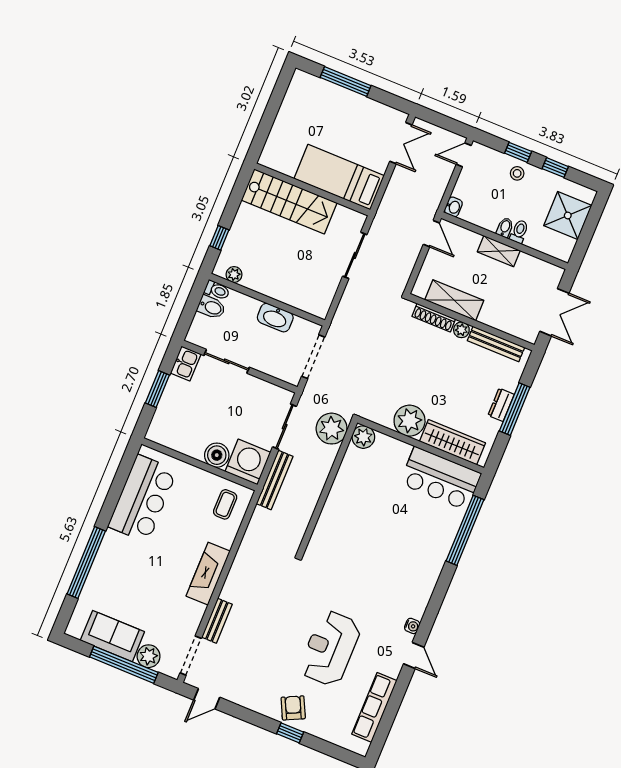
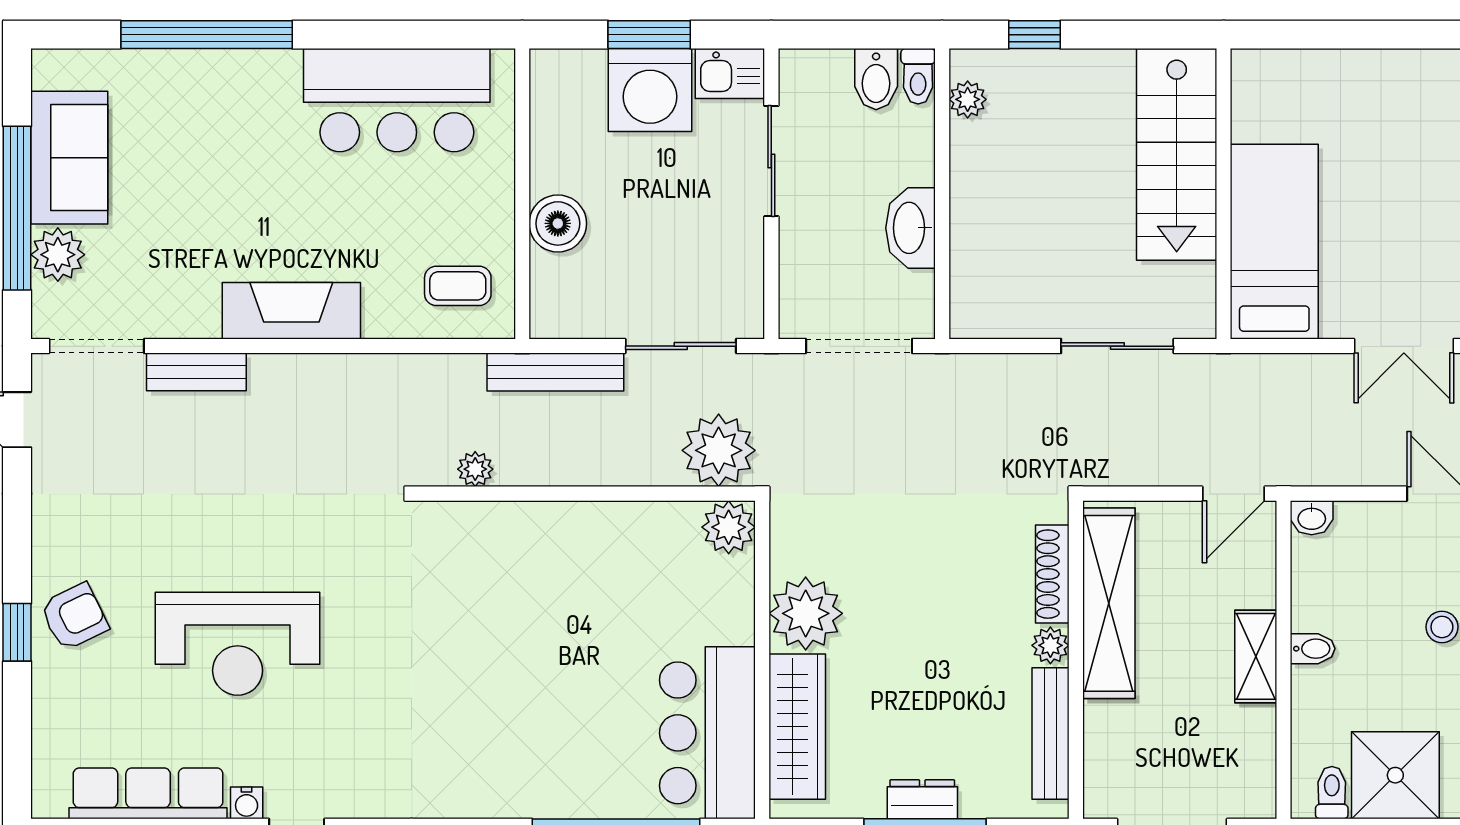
toilet: (519, 232) -> (1332, 793), moved, turned -90
shelving: (454, 300) -> (1109, 603), width x1.47
washing machine: (248, 462) -> (650, 90), moved, turned 90
plant: (300, 527) -> (475, 469), added
water cooler: (412, 626) -> (247, 803), moved
reception desk: (330, 648) -> (238, 644), turned 180

